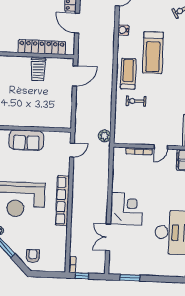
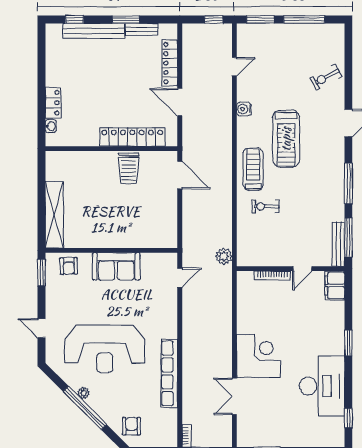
door: (75, 76) -> (180, 175), hinge flipped
row of seats: (62, 201) -> (169, 373), moved

